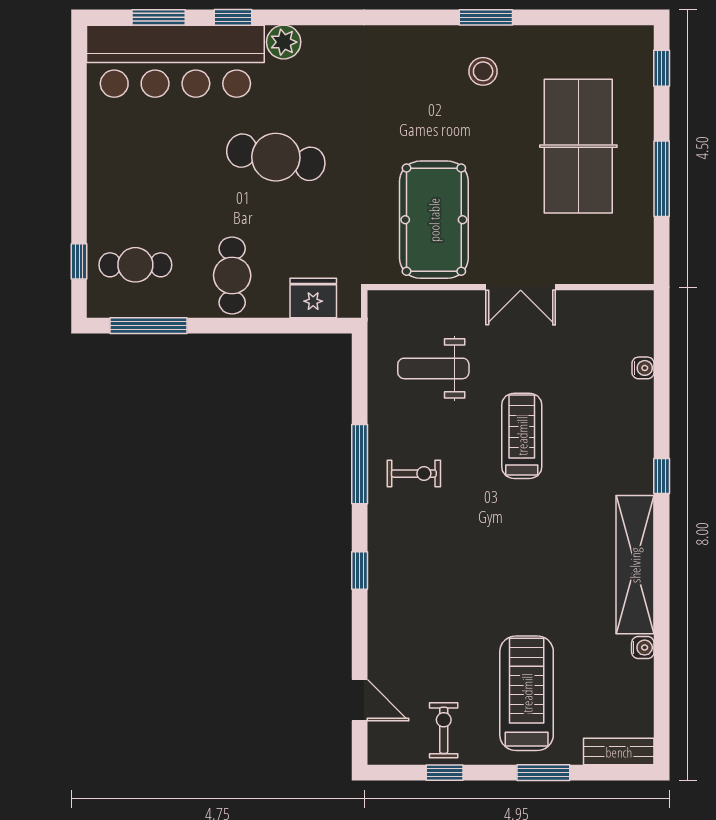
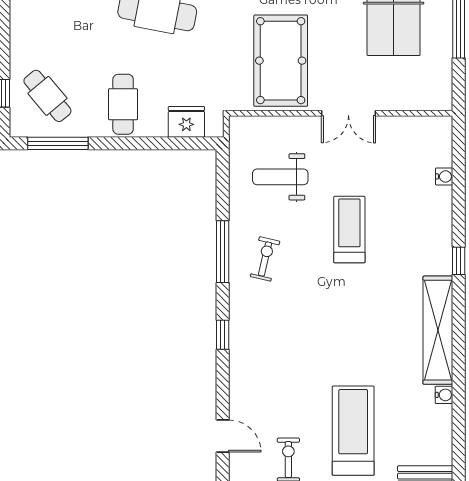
cafe table: (135, 265) -> (47, 96), turned 50
exercise bike: (414, 474) -> (265, 259), turned -77

